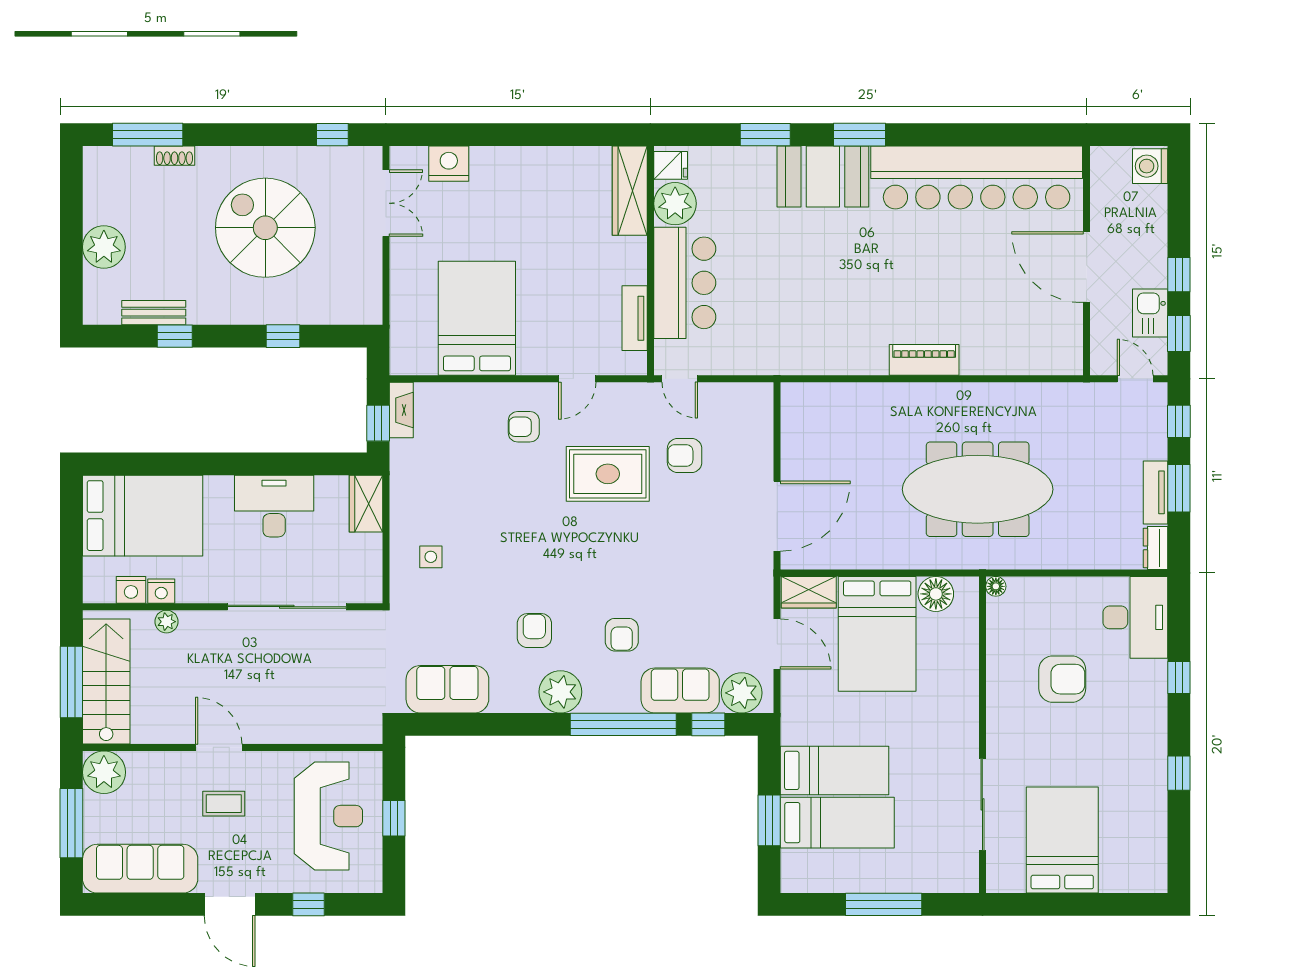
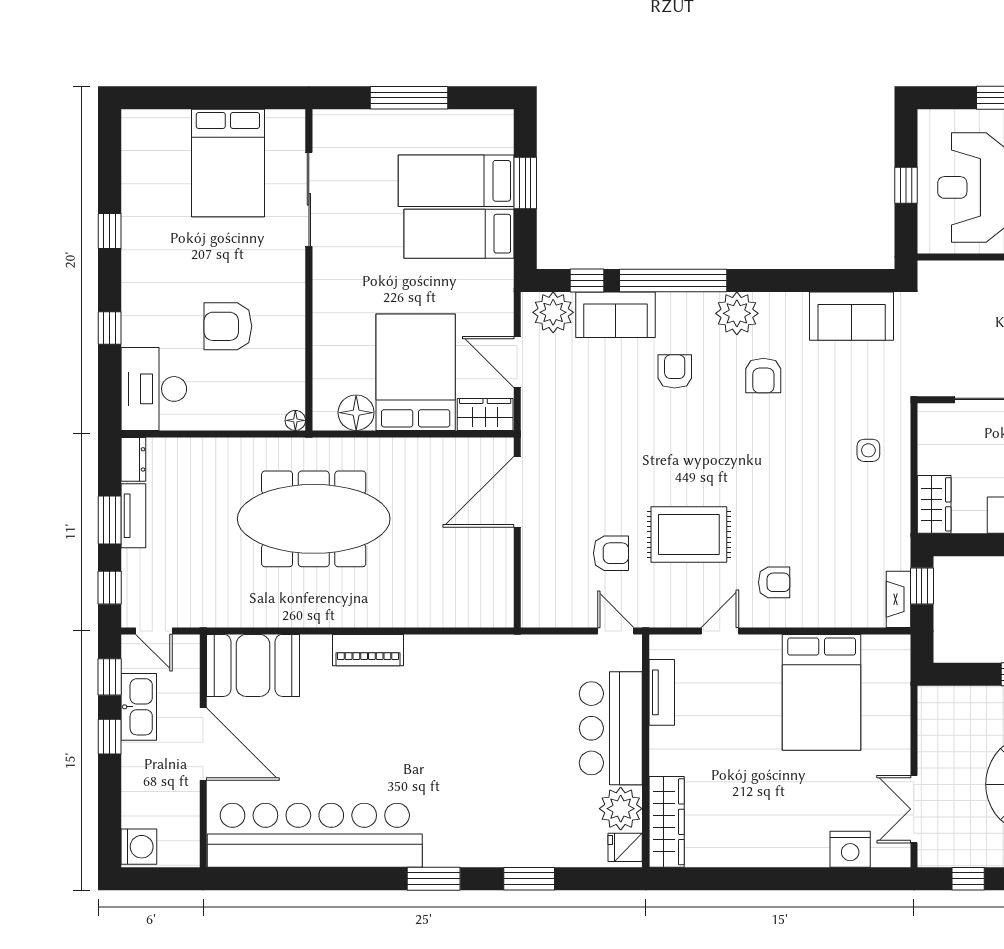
booth: (823, 176) -> (253, 665), moved
kitchen sink: (1150, 313) -> (139, 707), width x1.38

